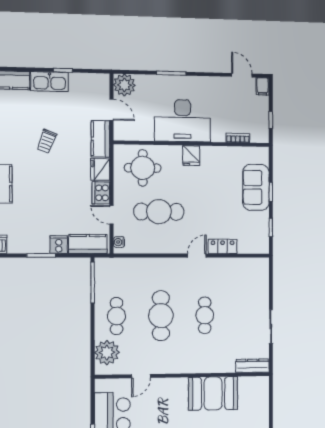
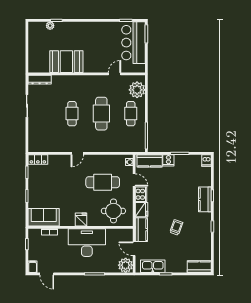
kitchen sink: (50, 82) -> (153, 266), moved
sofa: (256, 187) -> (44, 217), moved, turned -90
locker: (223, 246) -> (38, 159), moved

